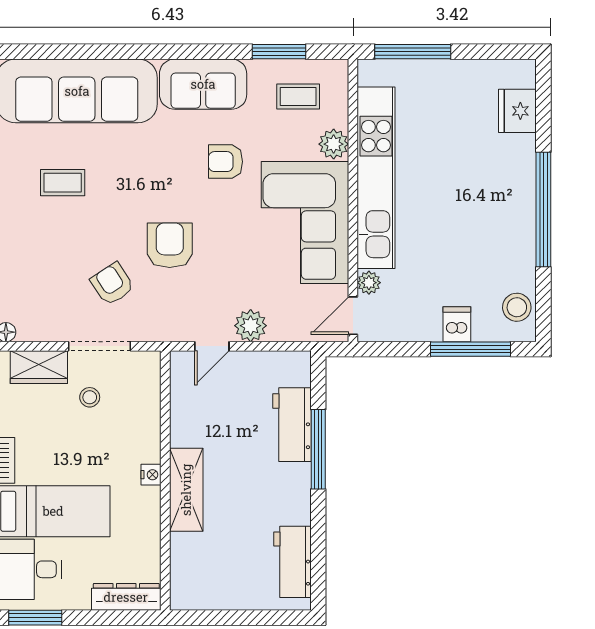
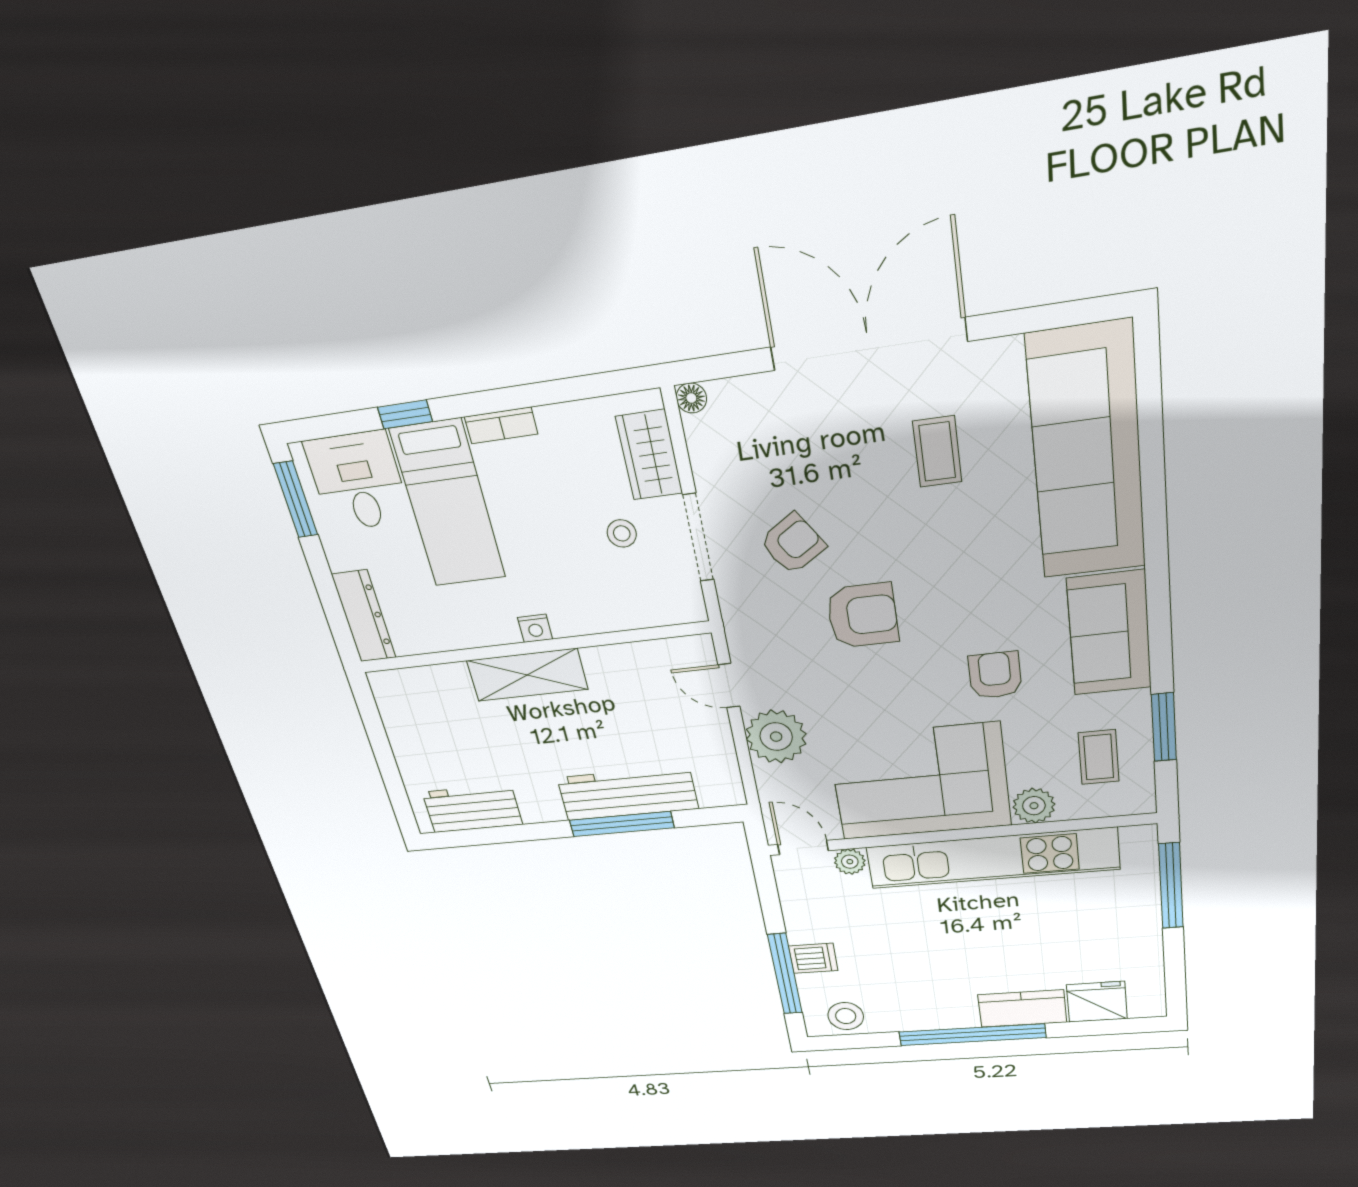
kitchen counter: (520, 168) -> (1022, 1008), added
plant: (251, 326) -> (776, 737), width x1.36, depth x1.36
workbench: (292, 425) -> (628, 793), width x1.37

